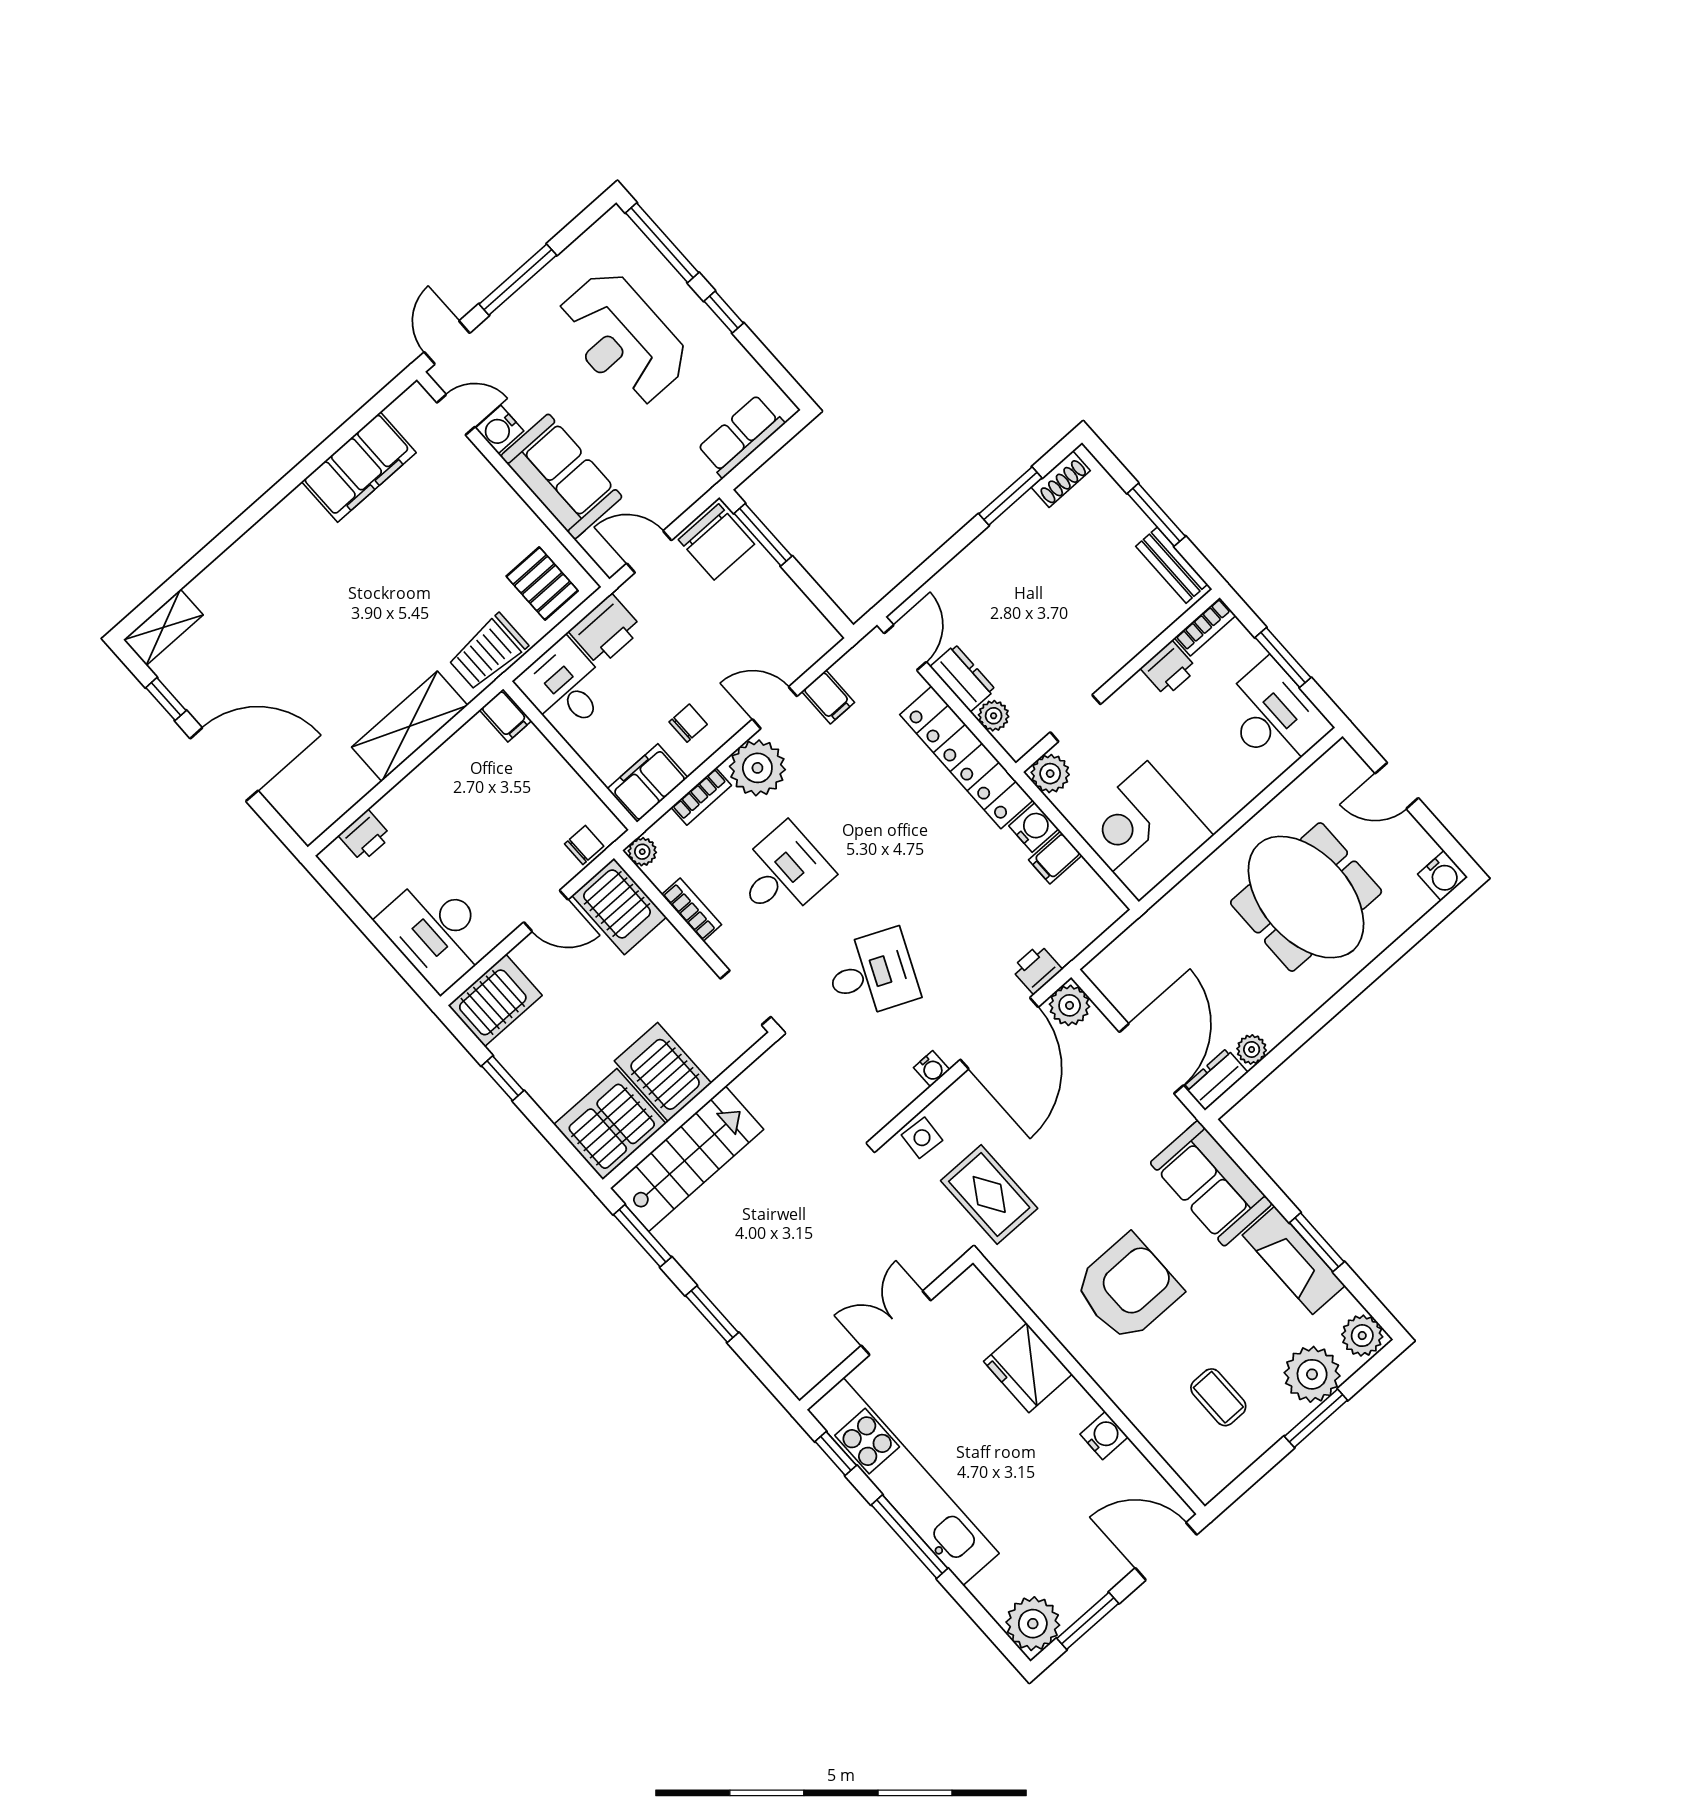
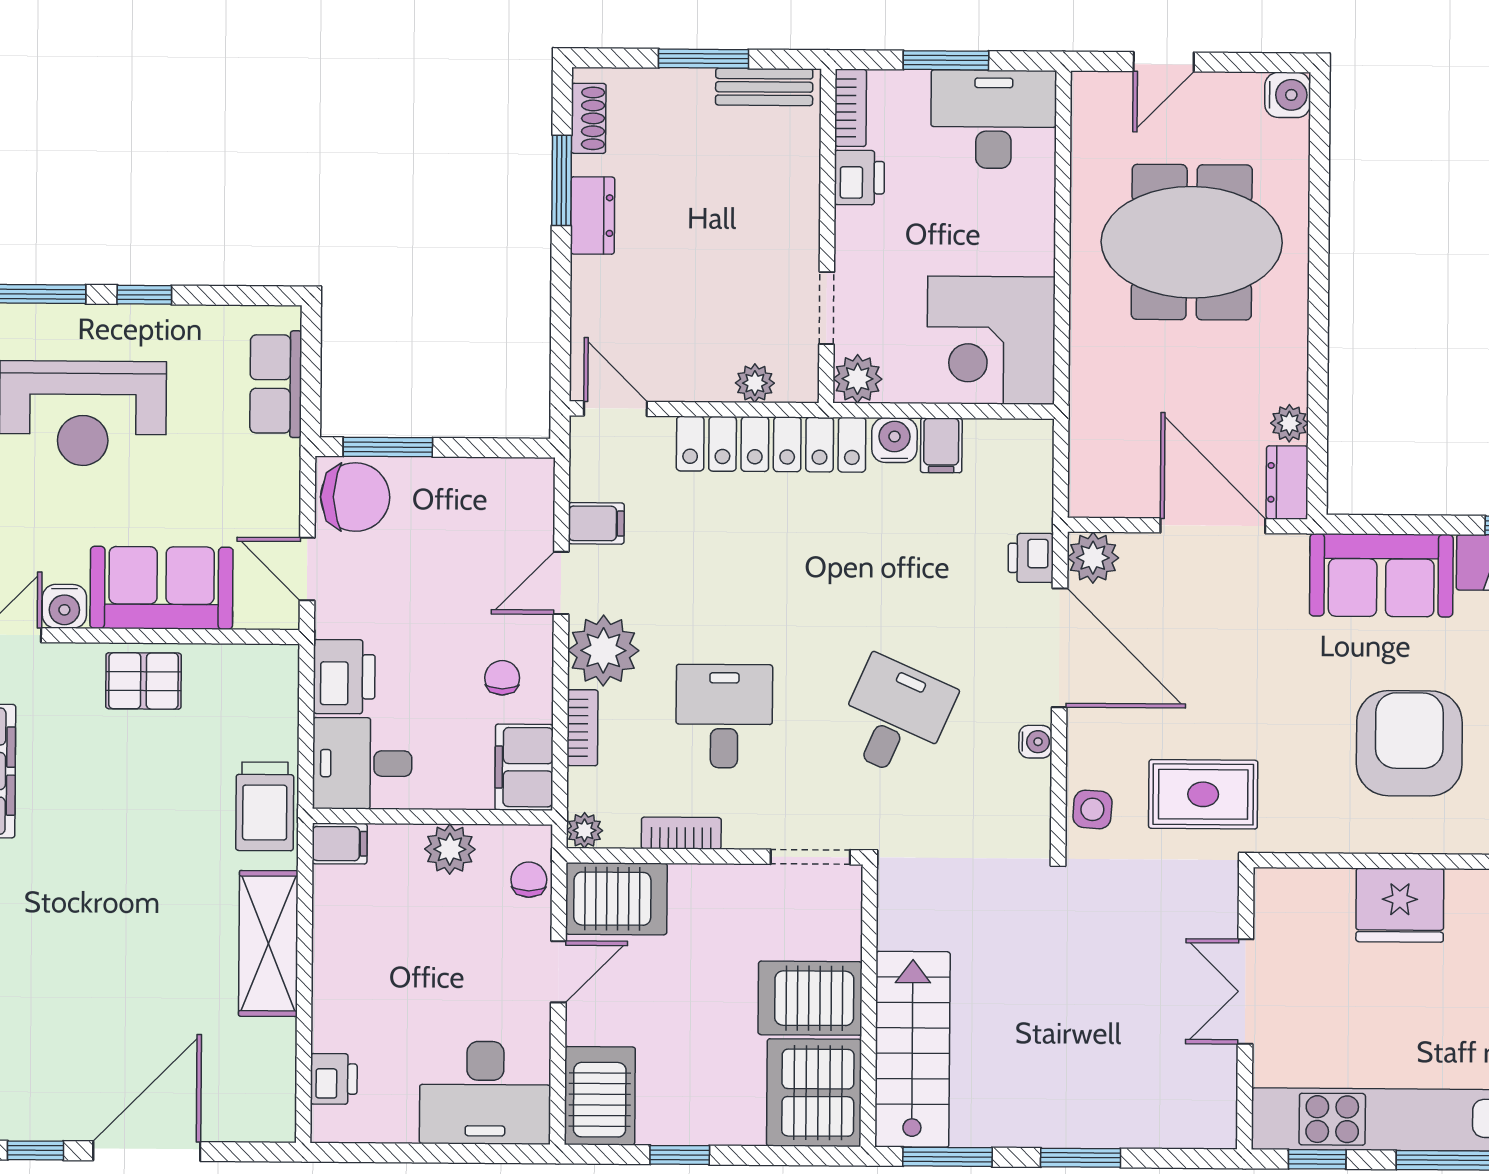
door: (649, 552) -> (307, 569), hinge flipped
pallet: (542, 583) -> (144, 681), moved
dresser: (963, 678) -> (593, 215), moved, turned 90
plant: (560, 783) -> (450, 849), added

